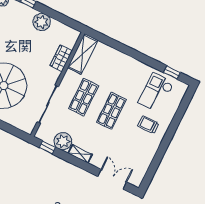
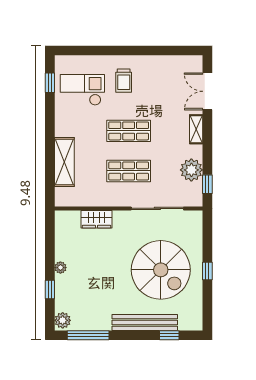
plant: (42, 22) -> (60, 268), width x0.53, depth x0.53
shelving: (83, 54) -> (64, 162), moved, turned 90
checkout: (156, 93) -> (82, 90), turned 180
shelving: (80, 154) -> (196, 129), moved

